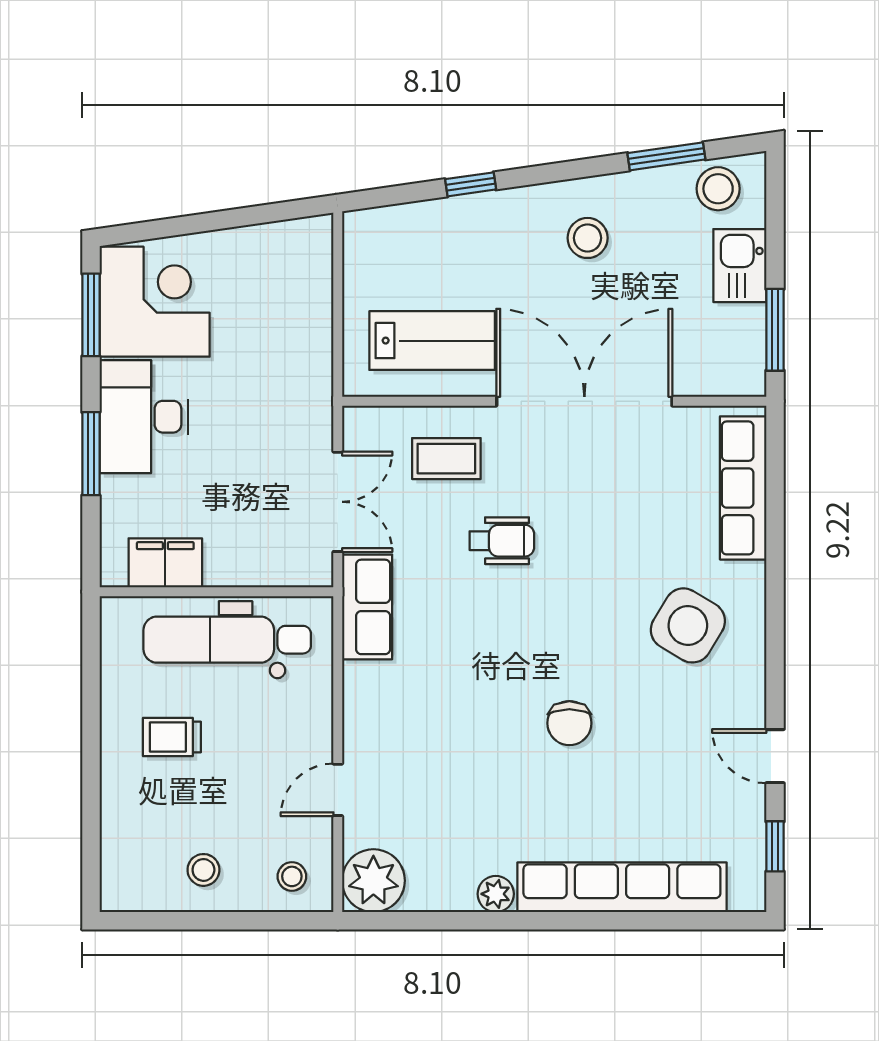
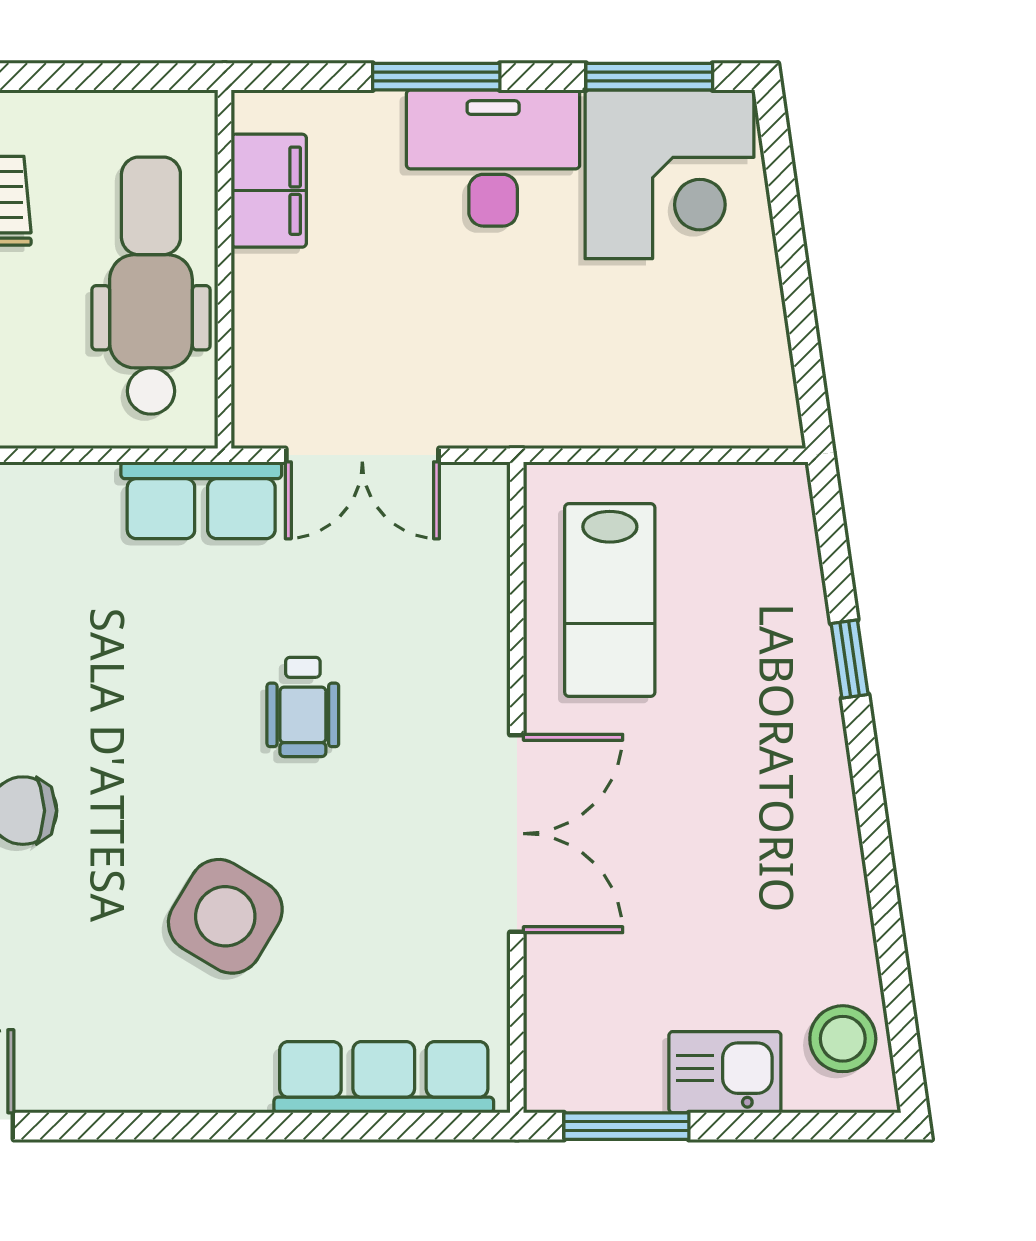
window: (666, 156) -> (893, 959), removed
stool: (588, 238) -> (767, 838), removed
double door: (584, 401) -> (517, 834), width x0.73
coffee table: (446, 459) -> (429, 622), removed
side table: (688, 625) -> (225, 916), moved

